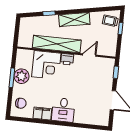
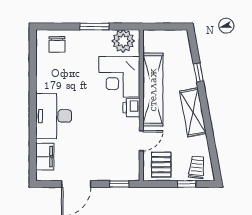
pallet: (106, 44) -> (161, 165), added
door: (89, 55) -> (141, 141), hinge flipped
plant: (22, 76) -> (123, 41), moved
desk: (63, 110) -> (54, 116), width x1.37
filing cabinet: (42, 114) -> (45, 157), moved

